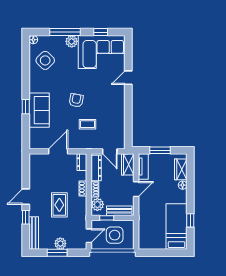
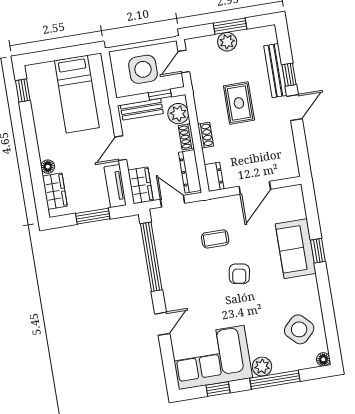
window: (128, 120) -> (151, 257), added
window: (190, 220) -> (23, 91), moved
bed: (177, 227) -> (77, 94), moved
bench: (34, 233) -> (275, 71), moved

